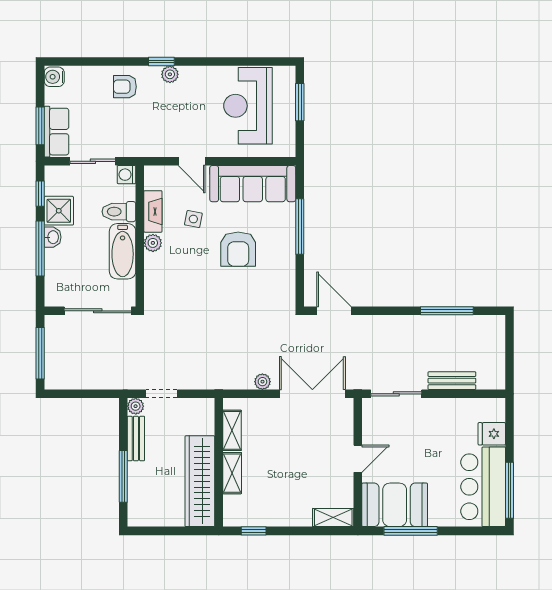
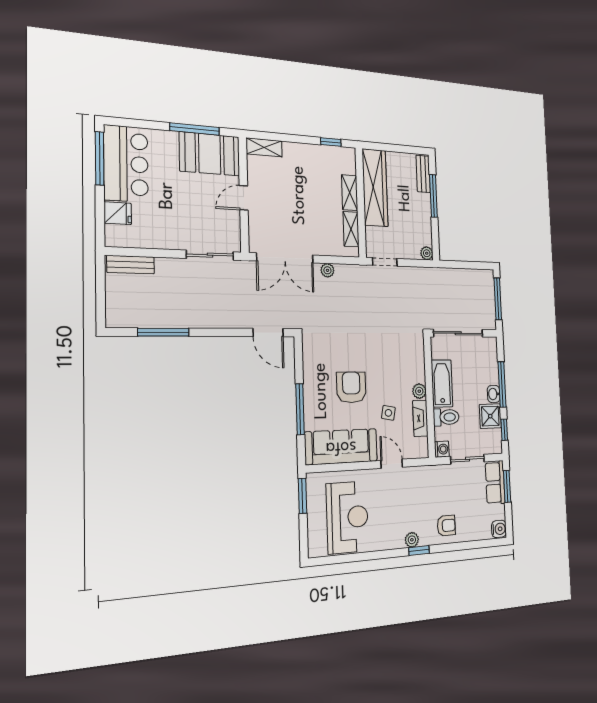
window: (300, 102) -> (302, 496), moved
bench: (452, 381) -> (131, 265), moved
doorway: (162, 394) -> (385, 262), moved
bench: (136, 438) -> (423, 174), moved

